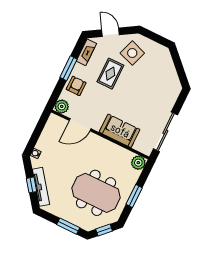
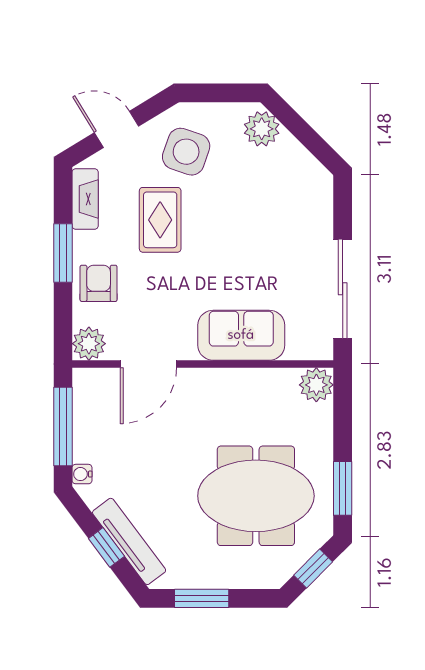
plant: (164, 58) -> (262, 129), added
window: (37, 132) -> (63, 426), added
window: (134, 196) -> (343, 488), moved
window: (68, 226) -> (202, 598), moved

